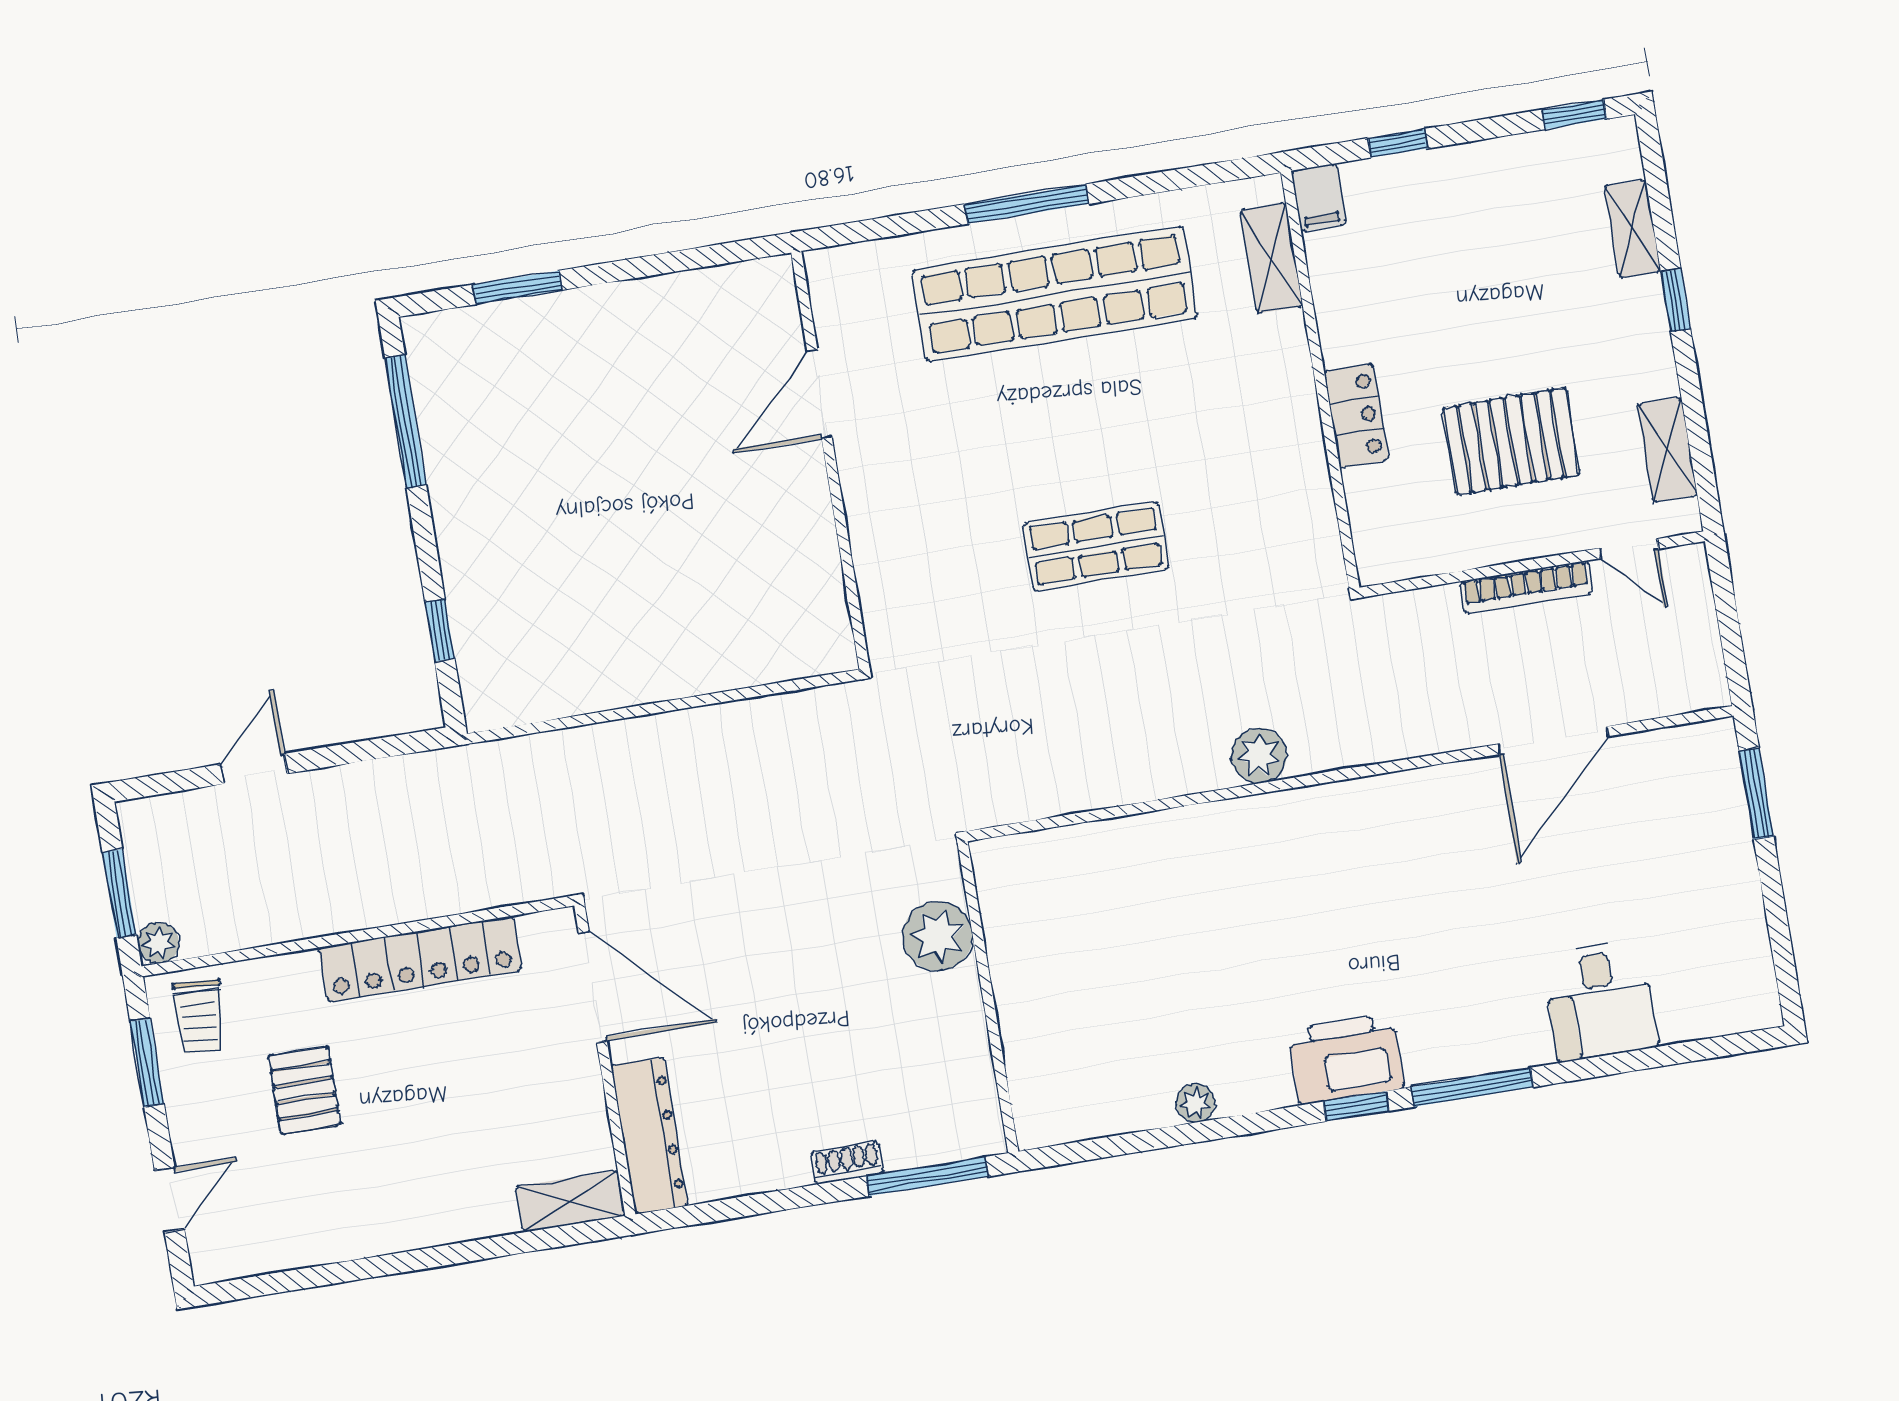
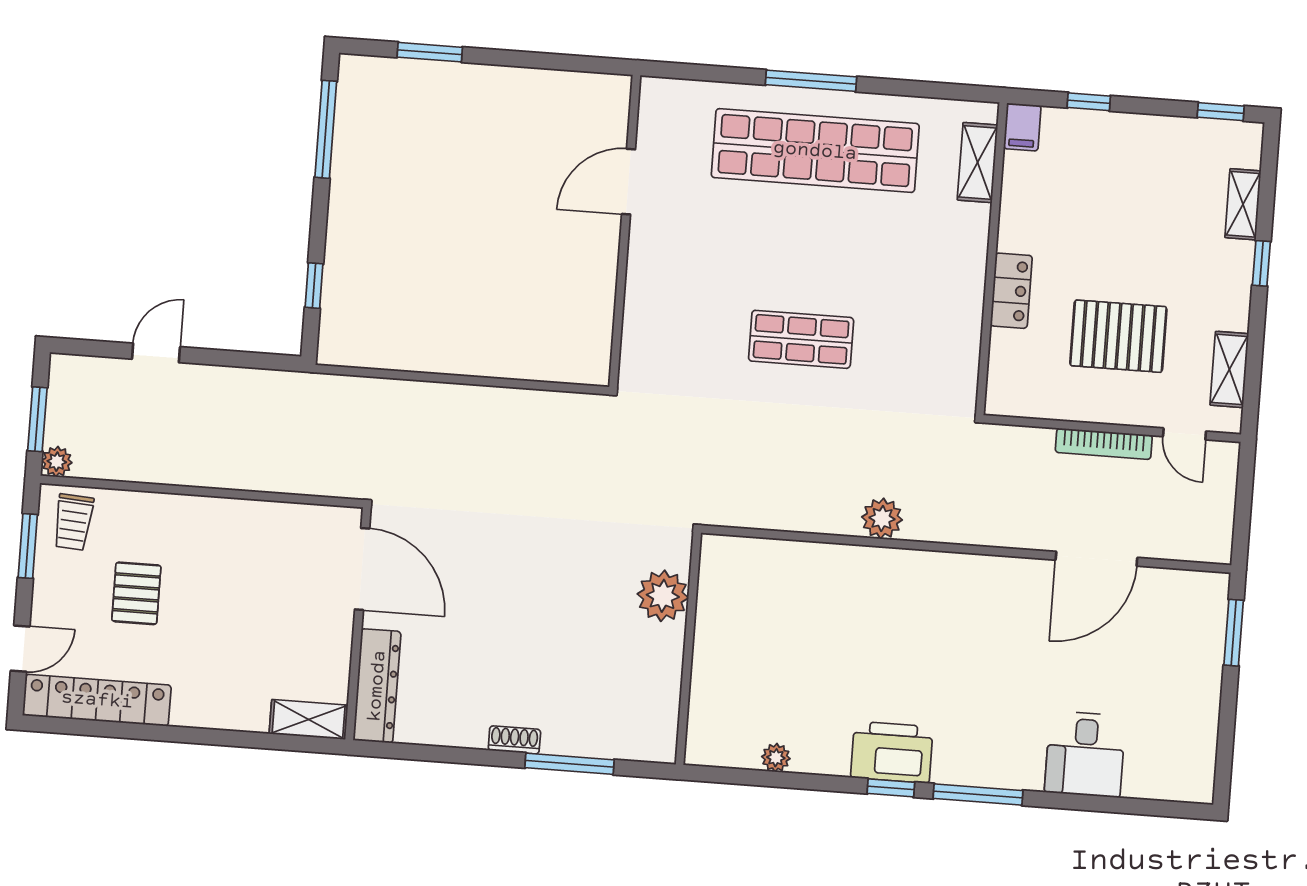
plant: (938, 936) -> (663, 596), moved
locker: (420, 959) -> (97, 700), moved, turned 180
wall: (988, 997) -> (688, 649), moved

